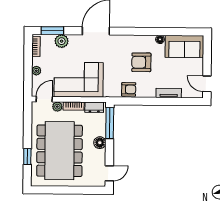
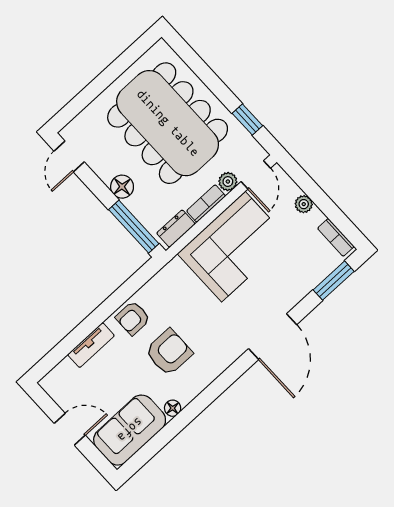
plant: (62, 41) -> (307, 278), removed
door: (207, 84) -> (70, 429), moved
armchair: (129, 89) -> (133, 318), moved
window: (27, 157) -> (247, 120), moved

